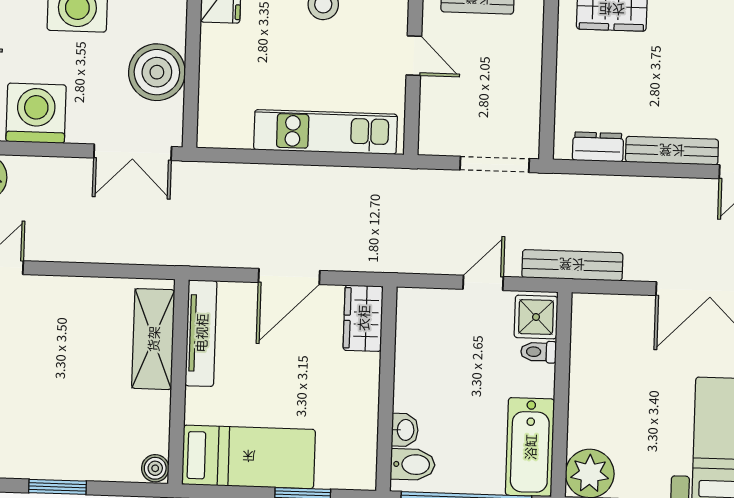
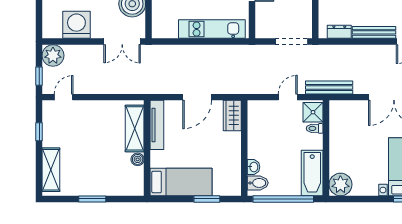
boiler: (155, 468) -> (138, 159), moved

